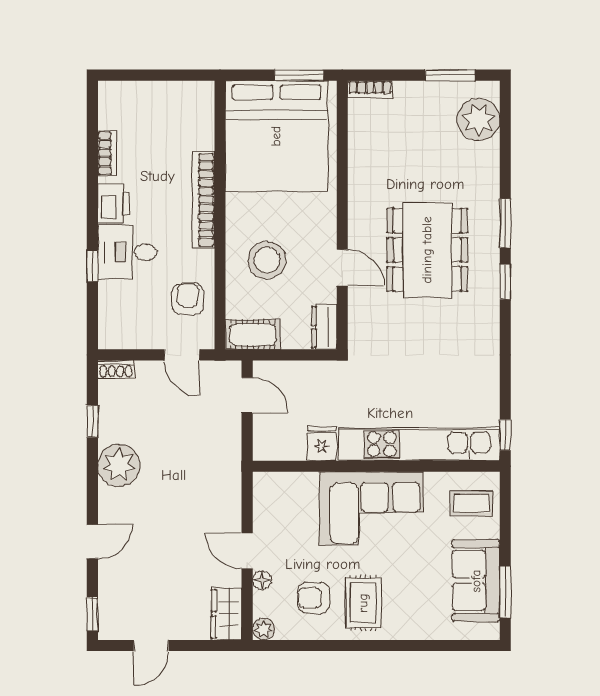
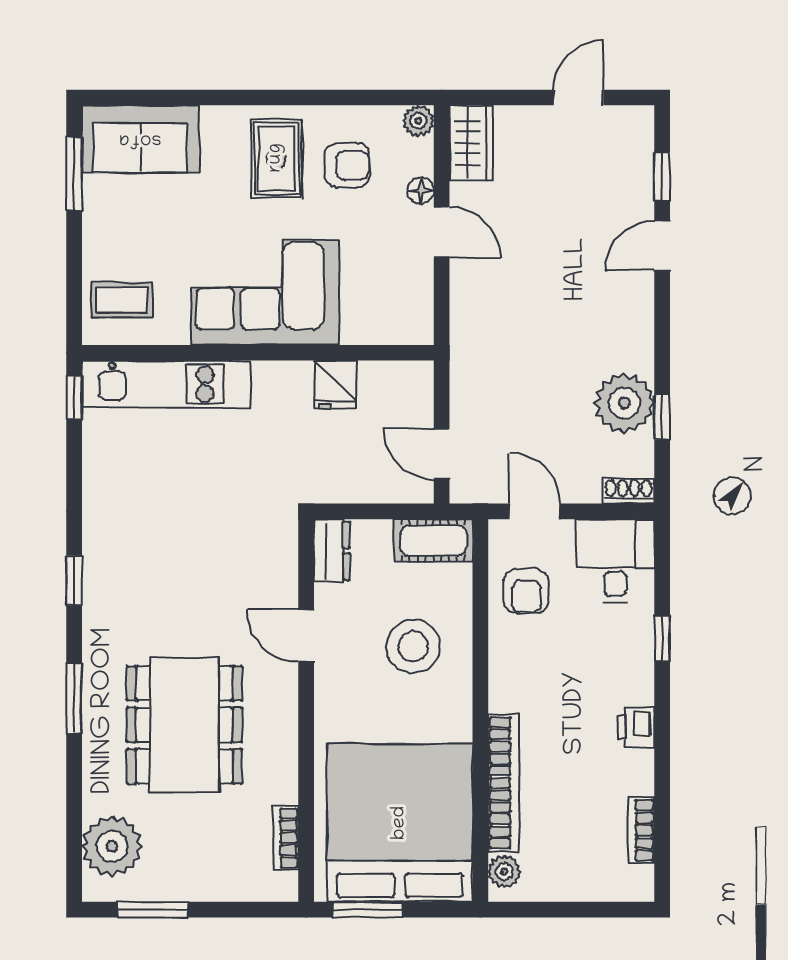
bookcase: (370, 90) -> (286, 838), moved, turned -90
plant: (203, 102) -> (504, 871), added
bookcase: (107, 153) -> (641, 830), moved
bookcase: (204, 200) -> (504, 783), moved
printer: (114, 203) -> (636, 727), width x0.73, depth x0.81
dining table: (427, 250) -> (184, 725), moved
desk: (127, 252) -> (615, 561), moved, turned -90
window: (505, 282) -> (74, 581), moved
kitchen unit: (419, 444) -> (166, 384), width x0.73
plant: (119, 465) -> (624, 403), moved
sofa: (476, 581) -> (140, 139), moved, turned 90
window: (92, 614) -> (662, 177), moved

